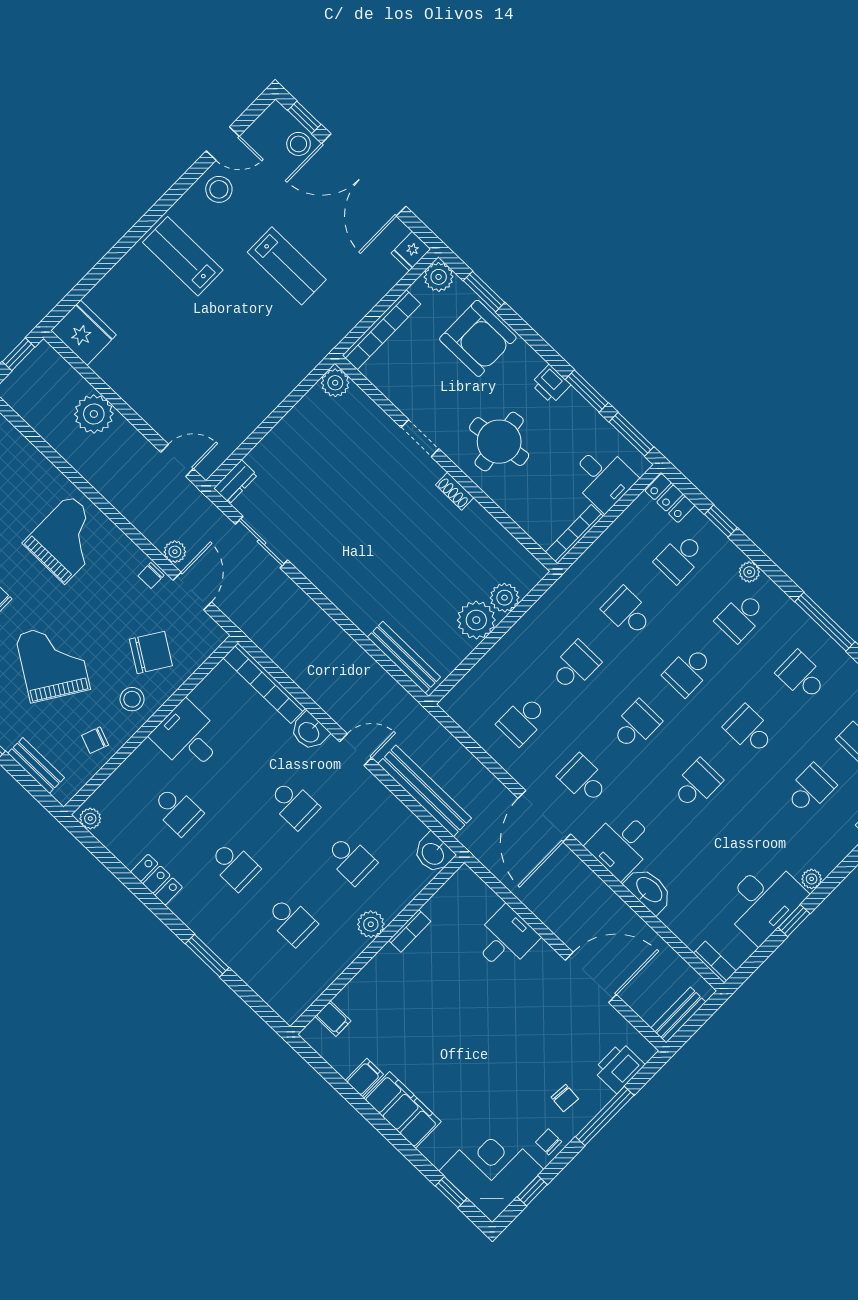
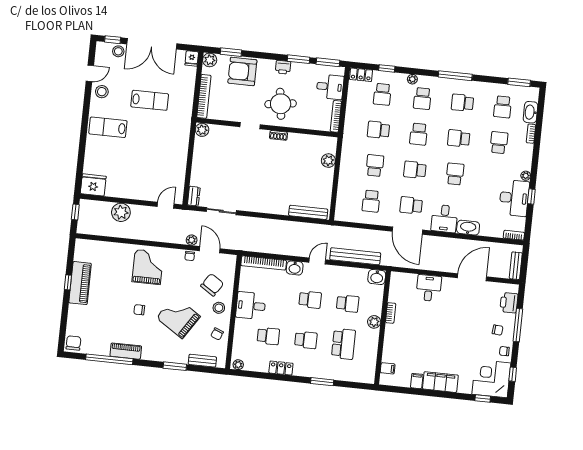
armchair: (478, 338) -> (242, 71), turned 180
plant: (476, 620) -> (324, 177), removed
school desk: (636, 725) -> (415, 170), turned -90
school desk: (291, 921) -> (343, 344), width x1.85

